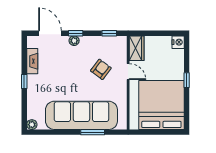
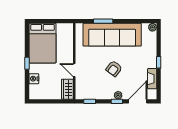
door: (50, 33) -> (138, 101), swing flipped
nightstand: (178, 42) -> (34, 79), moved
armchair: (101, 69) -> (114, 69), moved
bed: (161, 105) -> (42, 43), width x0.73

